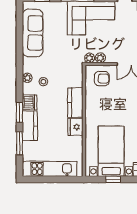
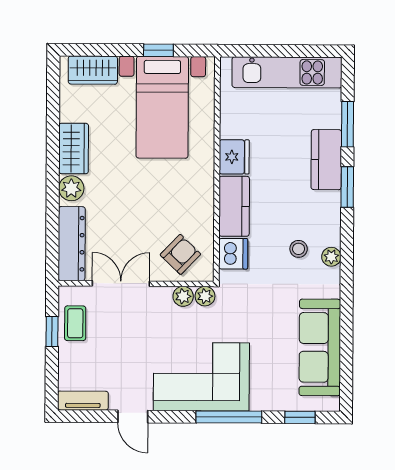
armchair: (102, 79) -> (180, 254), turned 134
dishwasher: (30, 102) -> (233, 254), moved, turned 180

